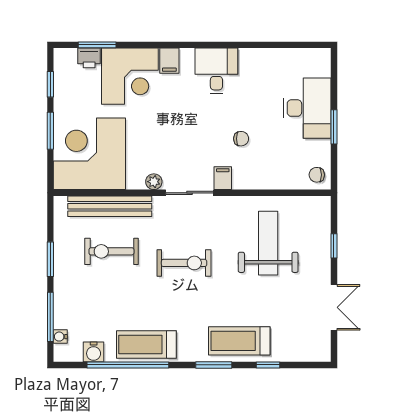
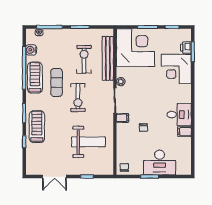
filing cabinet: (169, 61) -> (184, 132), moved
exercise mat: (155, 304) -> (57, 82), added

